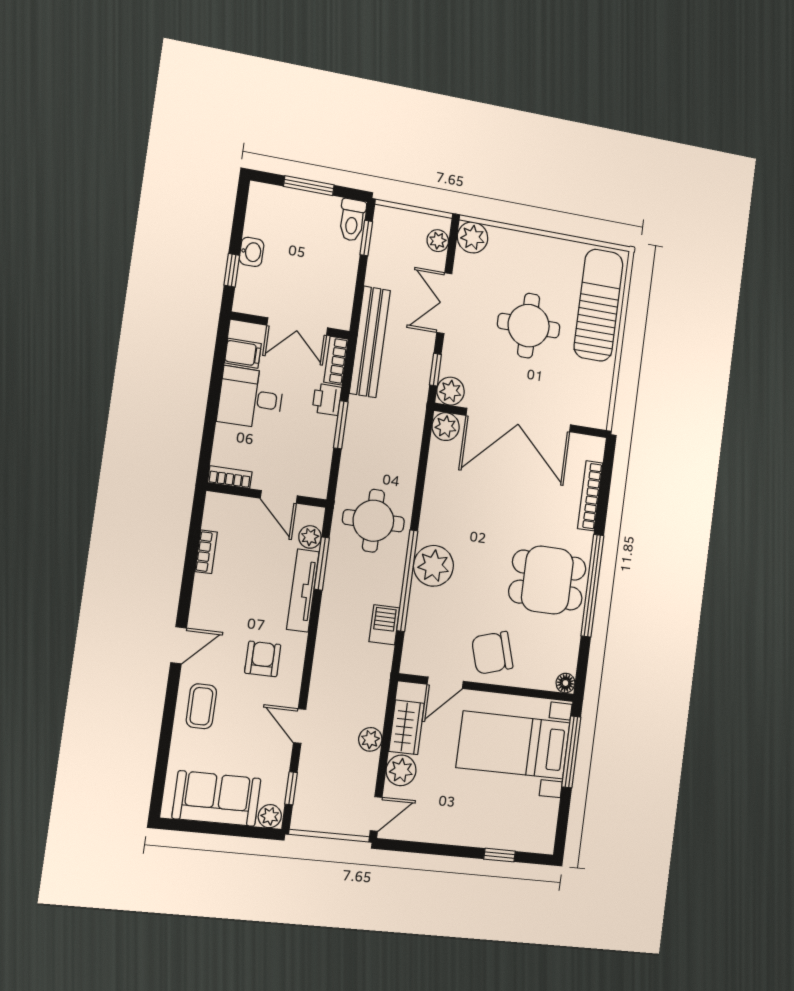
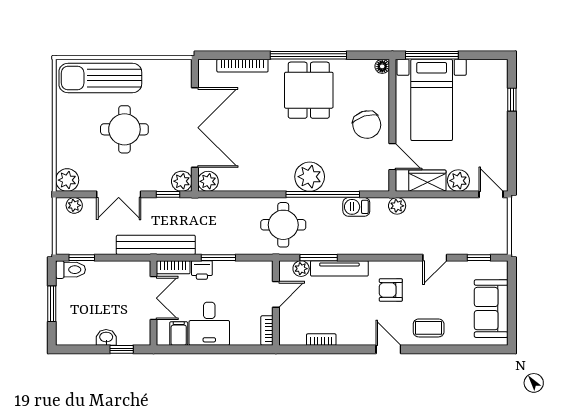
plant: (370, 739) -> (397, 206), moved
plant: (270, 816) -> (500, 270), removed

